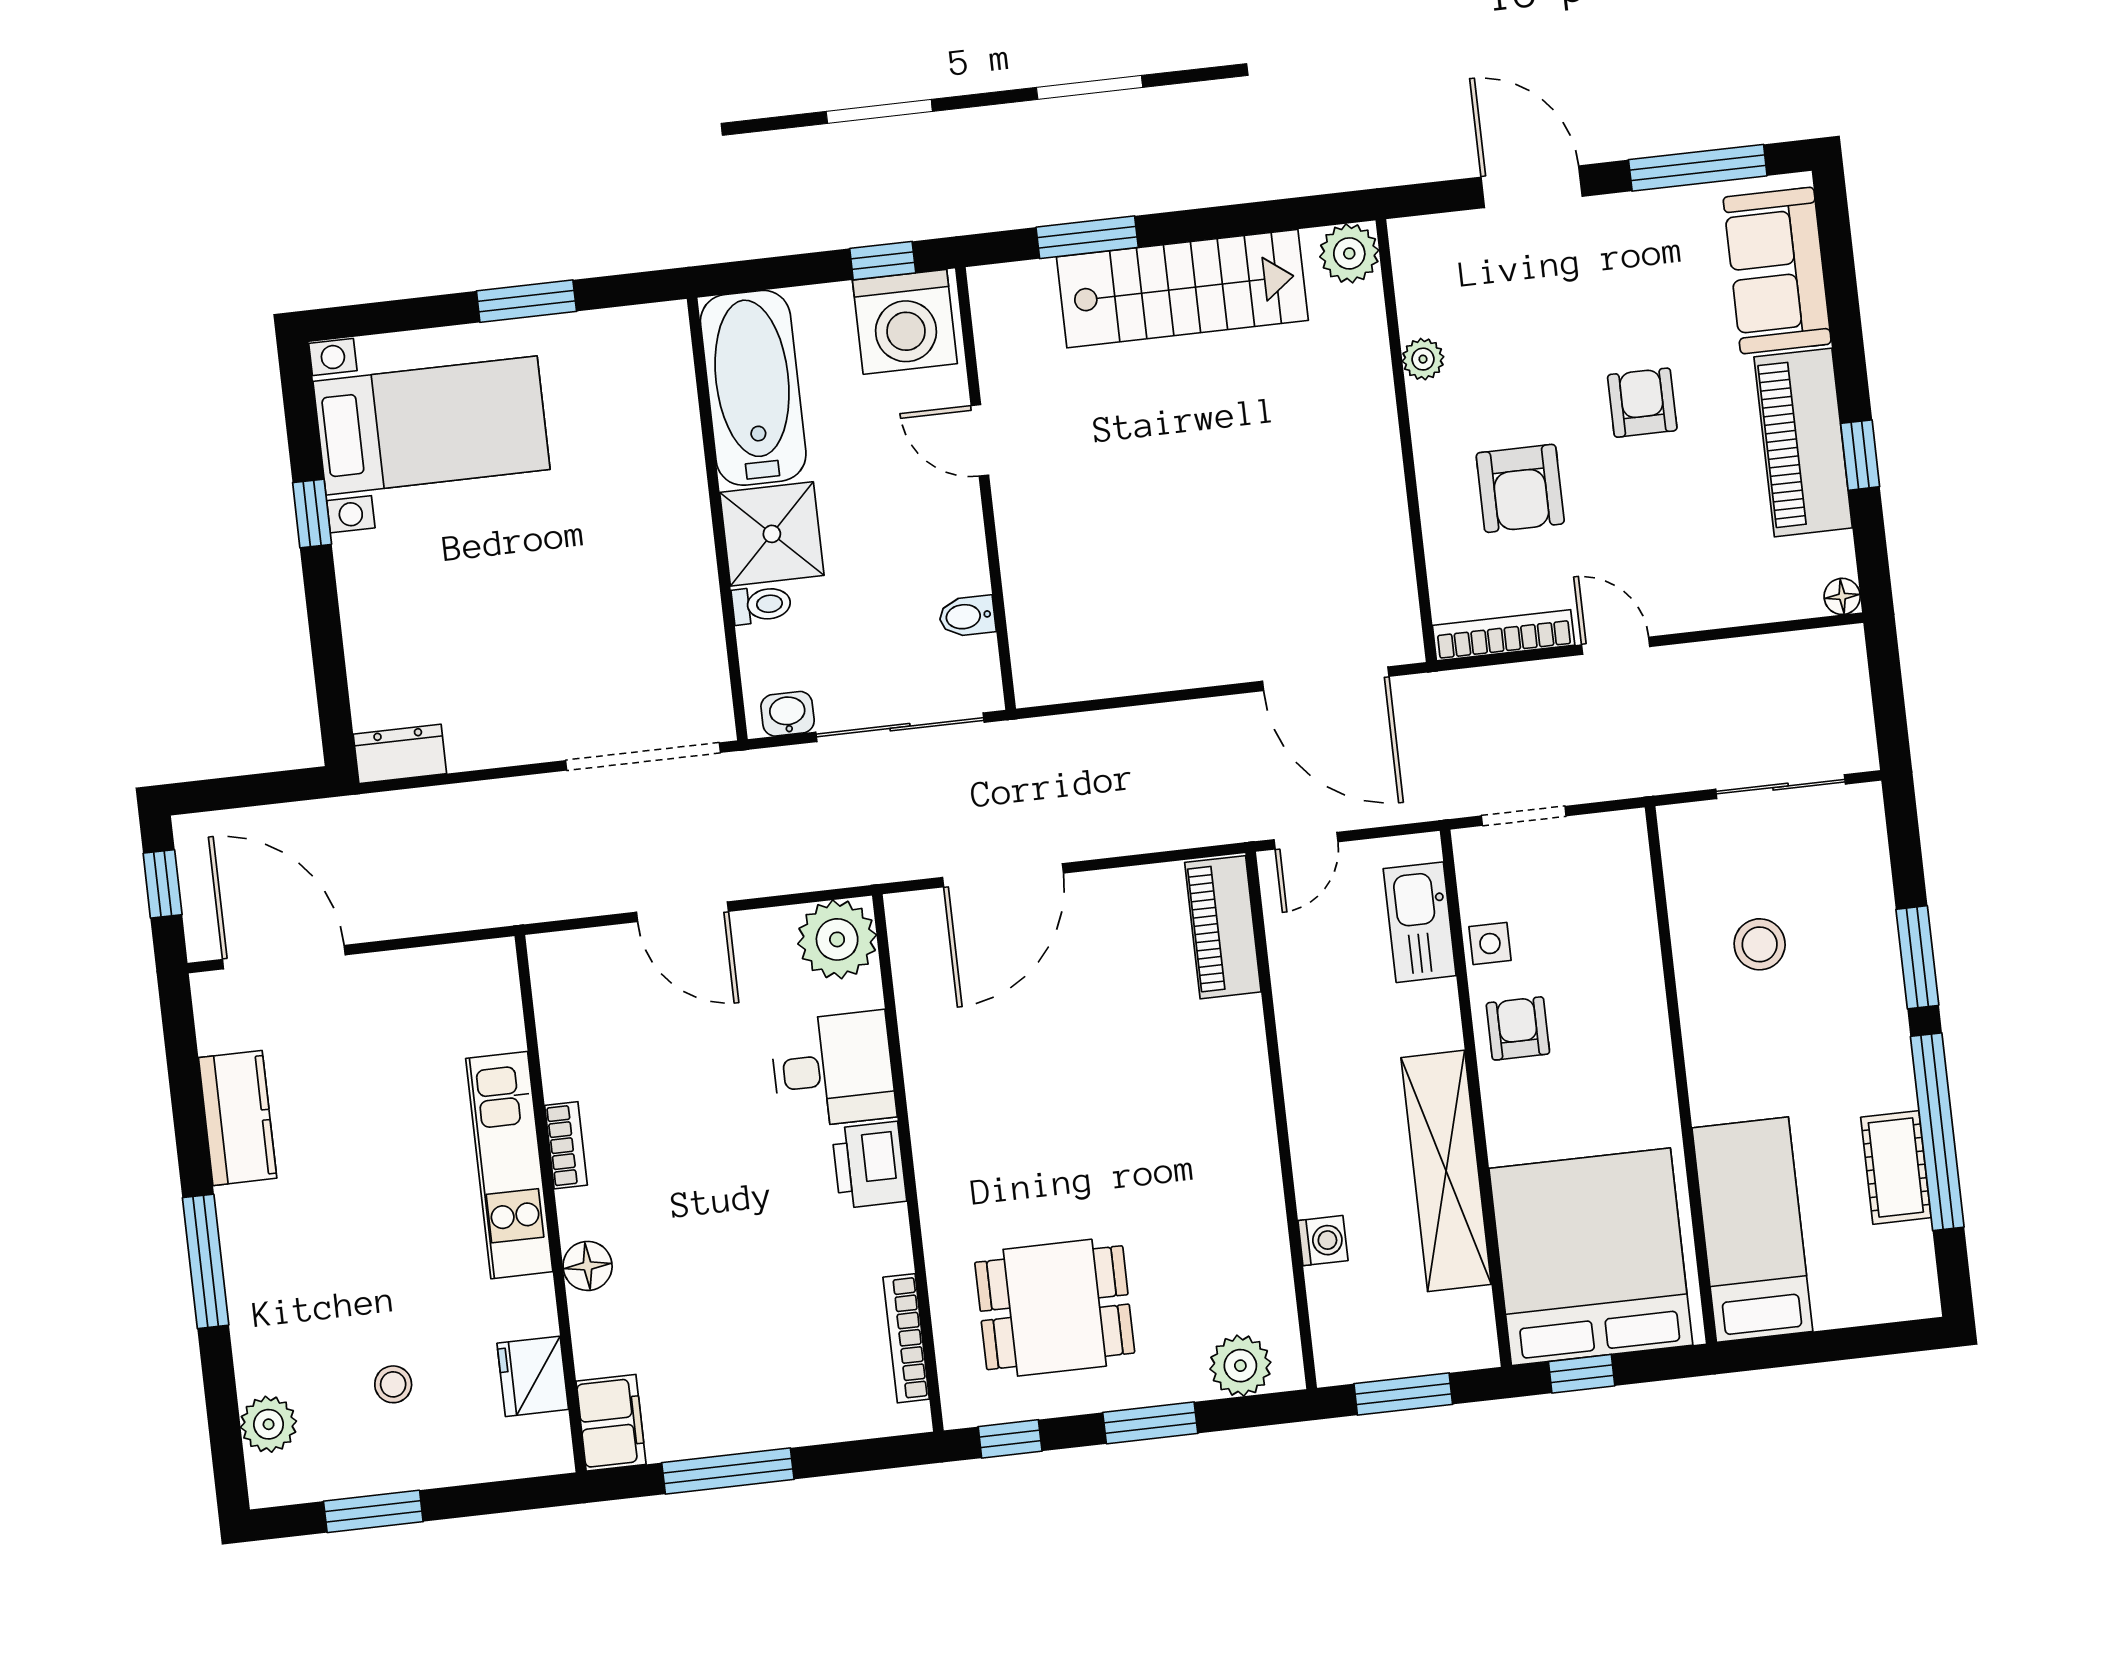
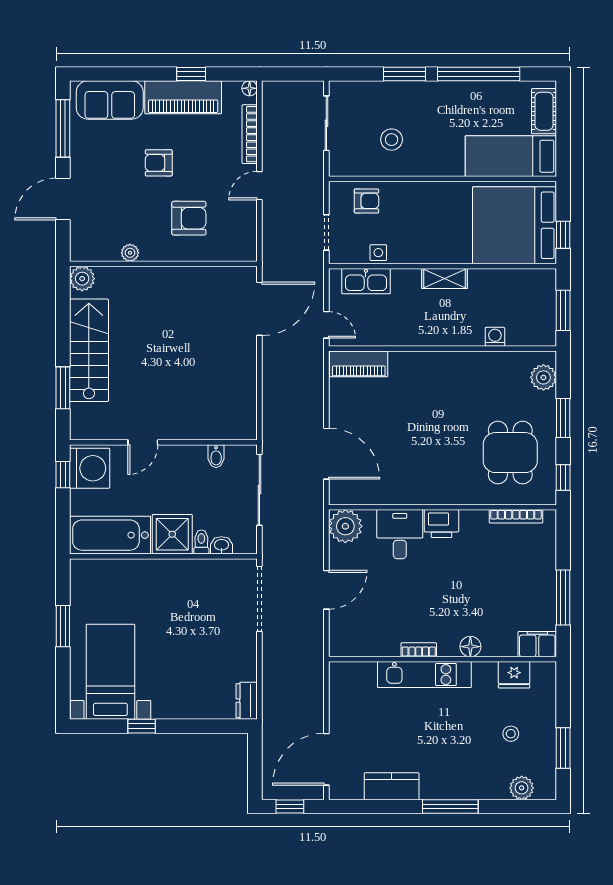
bookcase: (1504, 635) -> (250, 134), moved
washbasin: (788, 714) -> (222, 545), moved, turned 90
armchair: (1518, 1028) -> (366, 201), moved, turned 180
cot: (1896, 1167) -> (544, 111), moved, turned 90
shelving: (1446, 1171) -> (444, 278), width x0.45, depth x0.75

